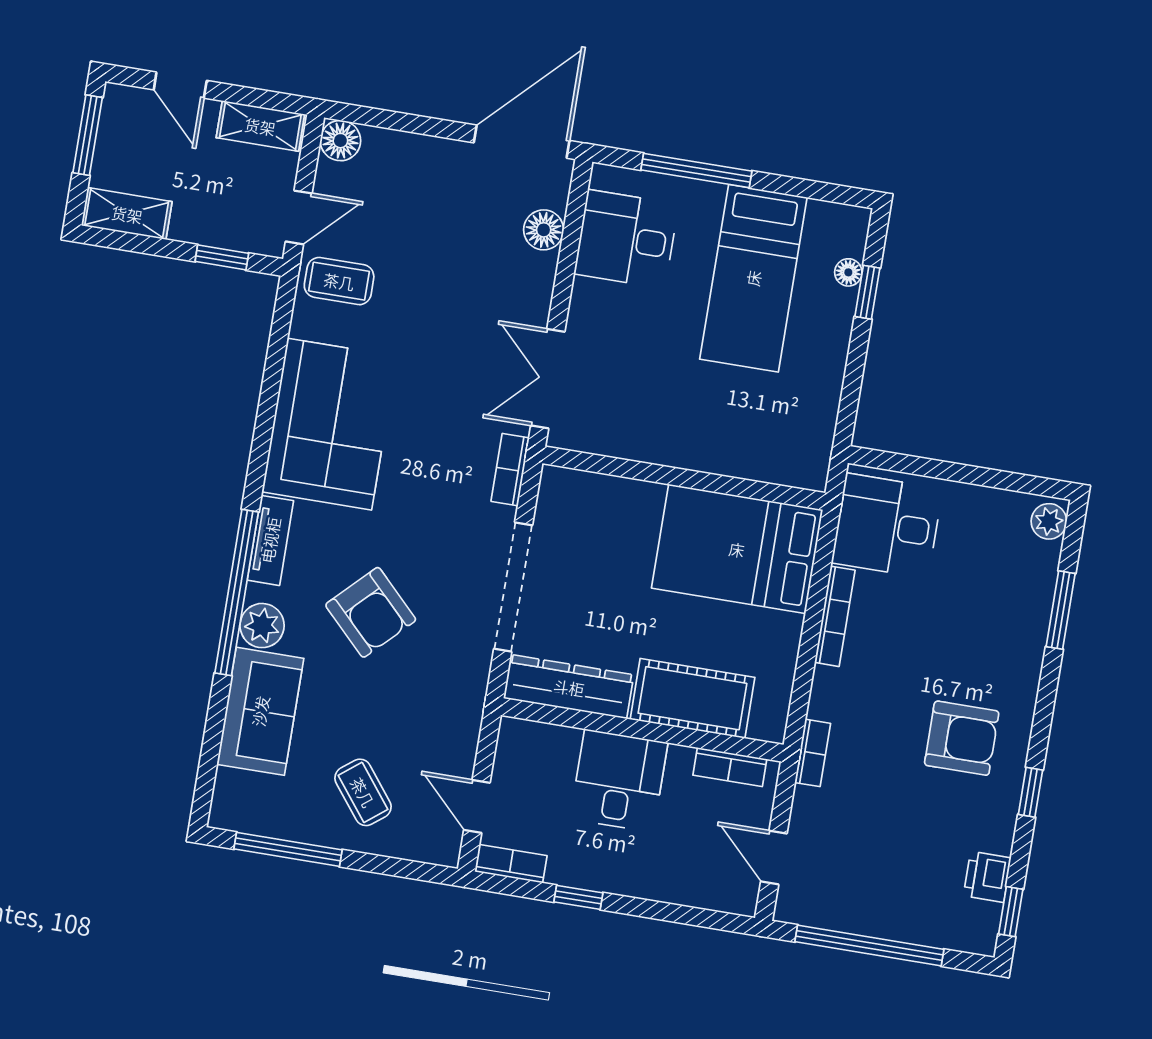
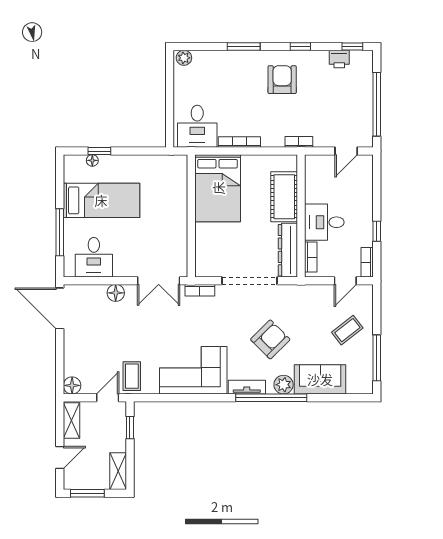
door: (299, 217) -> (108, 398), hinge flipped
floor lamp: (544, 230) -> (116, 293), moved
window: (1061, 610) -> (244, 47), moved
bookcase: (730, 767) -> (311, 257), moved

